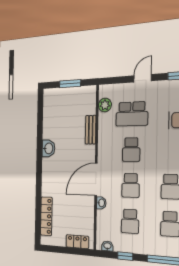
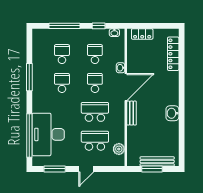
bench: (65, 93) -> (157, 161), added
bench: (91, 130) -> (132, 113), moved
school desk: (131, 150) -> (95, 112), width x1.85

